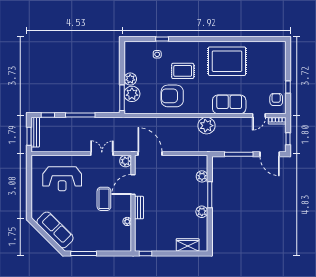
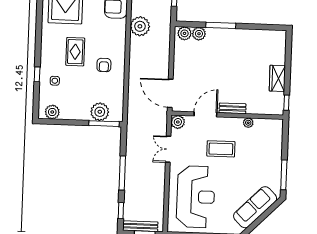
plant: (130, 79) -> (52, 112), moved
armchair: (172, 96) -> (104, 65), width x0.53, depth x0.53
door: (150, 154) -> (170, 93), hinge flipped
reception desk: (62, 179) -> (196, 197), width x1.36, depth x1.30
door: (133, 185) -> (205, 114), swing flipped
plant: (202, 212) -> (185, 33), moved
wardrobe: (188, 245) -> (277, 78), moved

